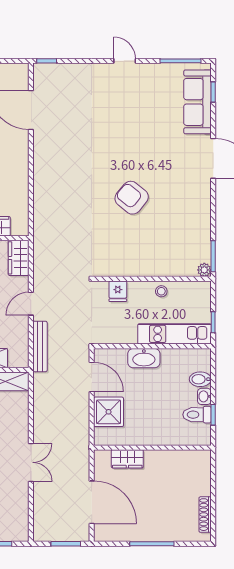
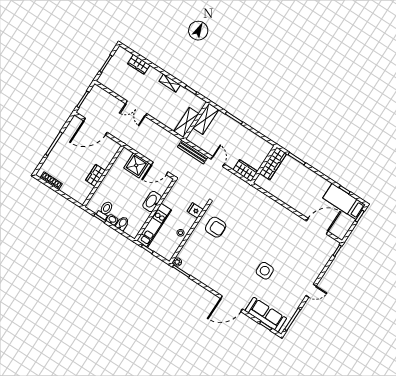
side table: (138, 142) -> (265, 271), added
armchair: (132, 198) -> (216, 227), moved, turned 51
wardrobe: (127, 459) -> (95, 175), moved

